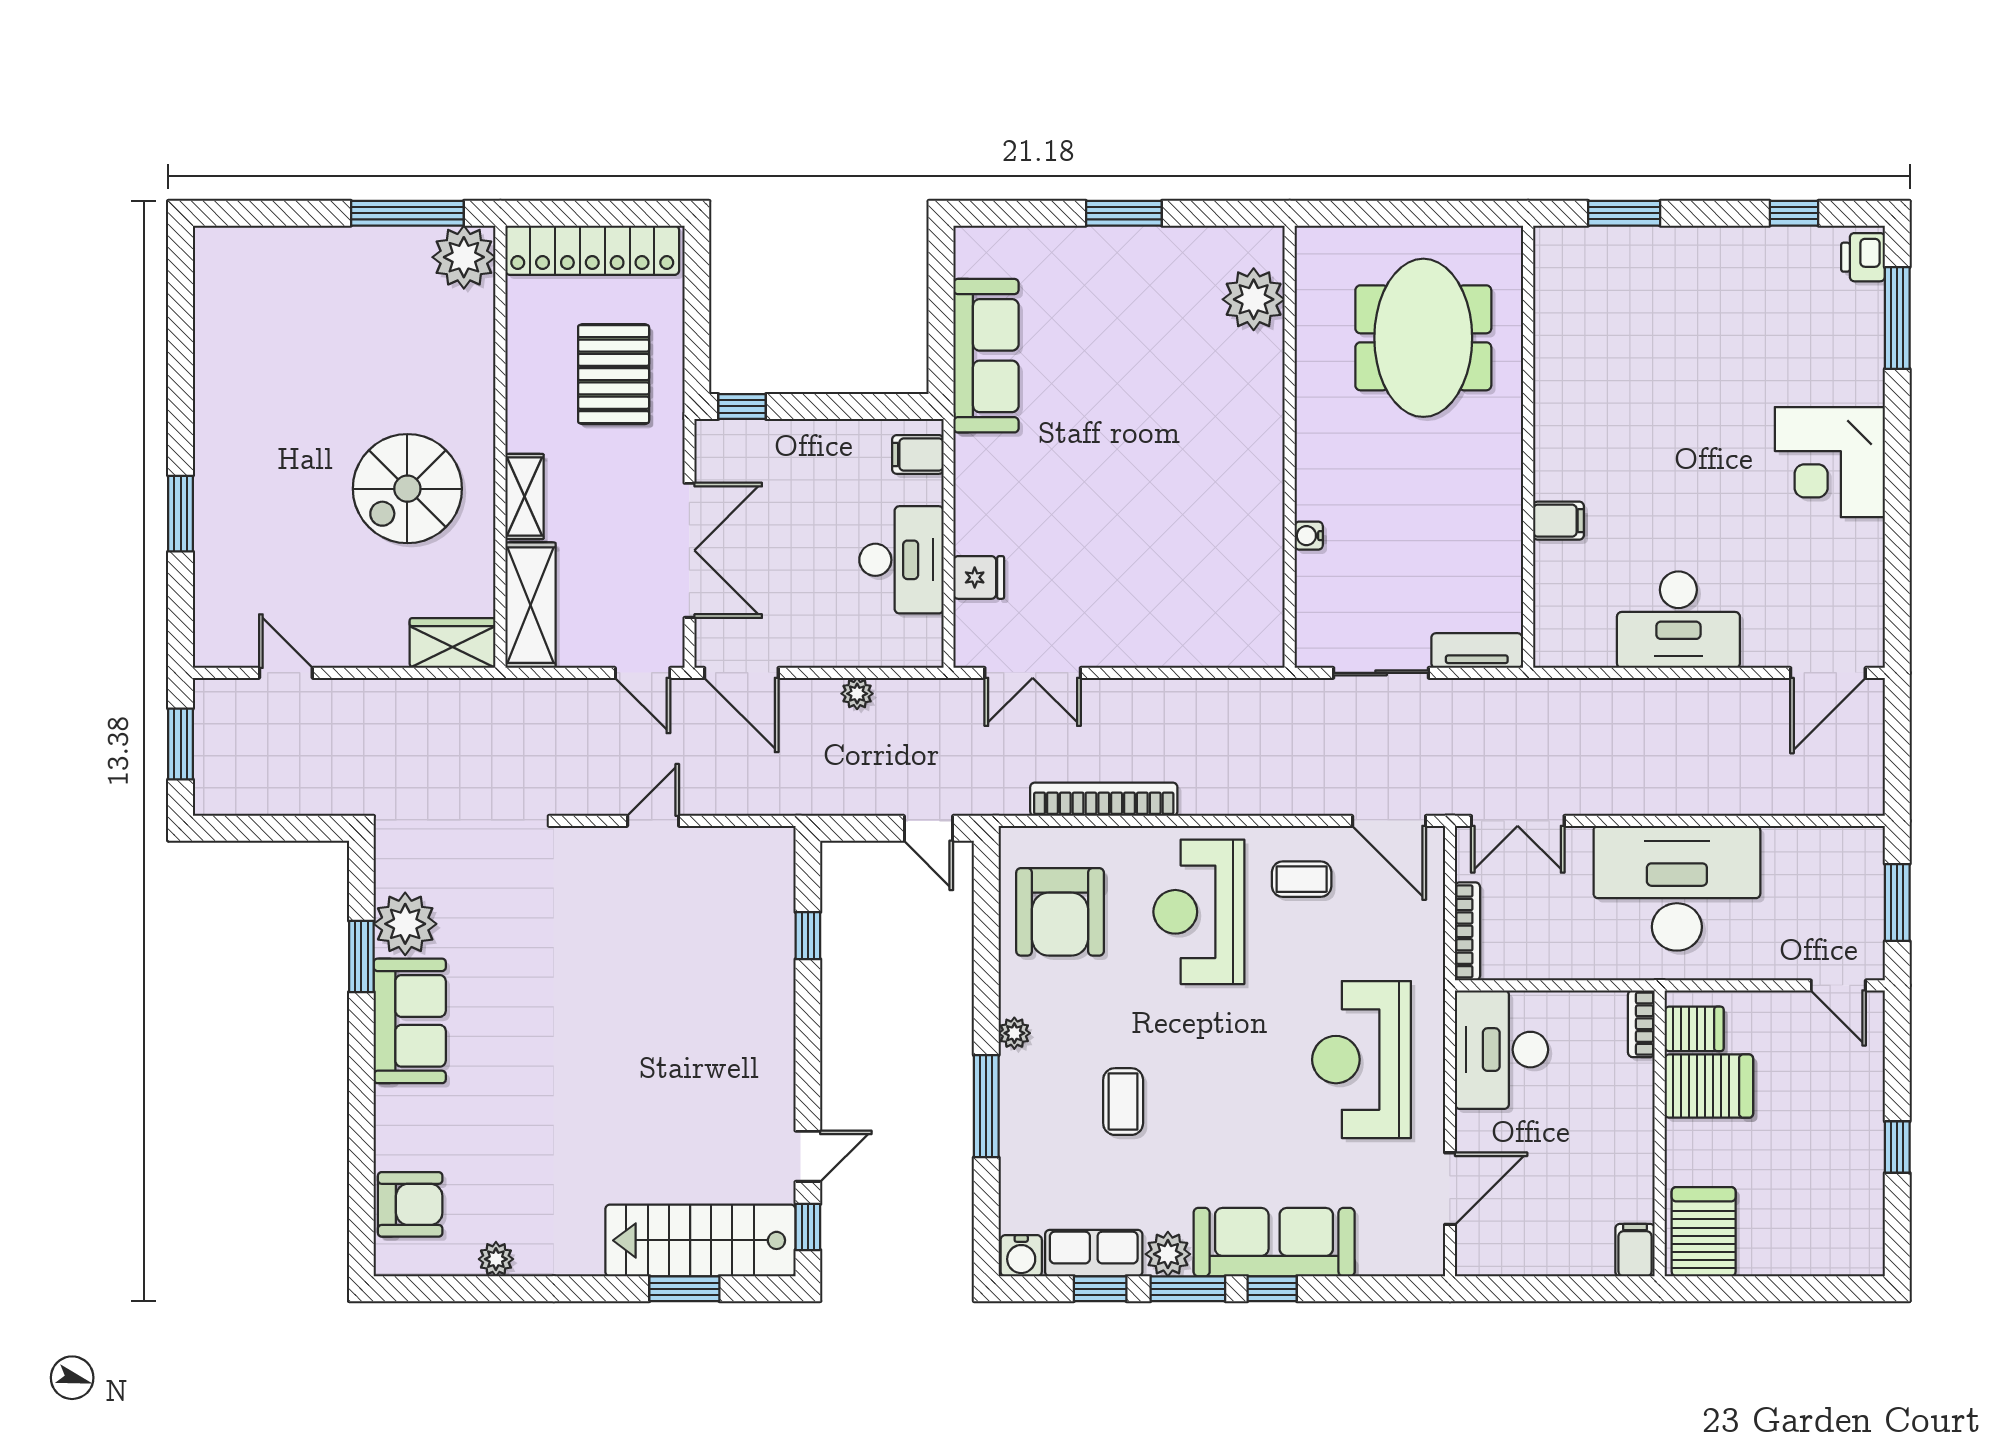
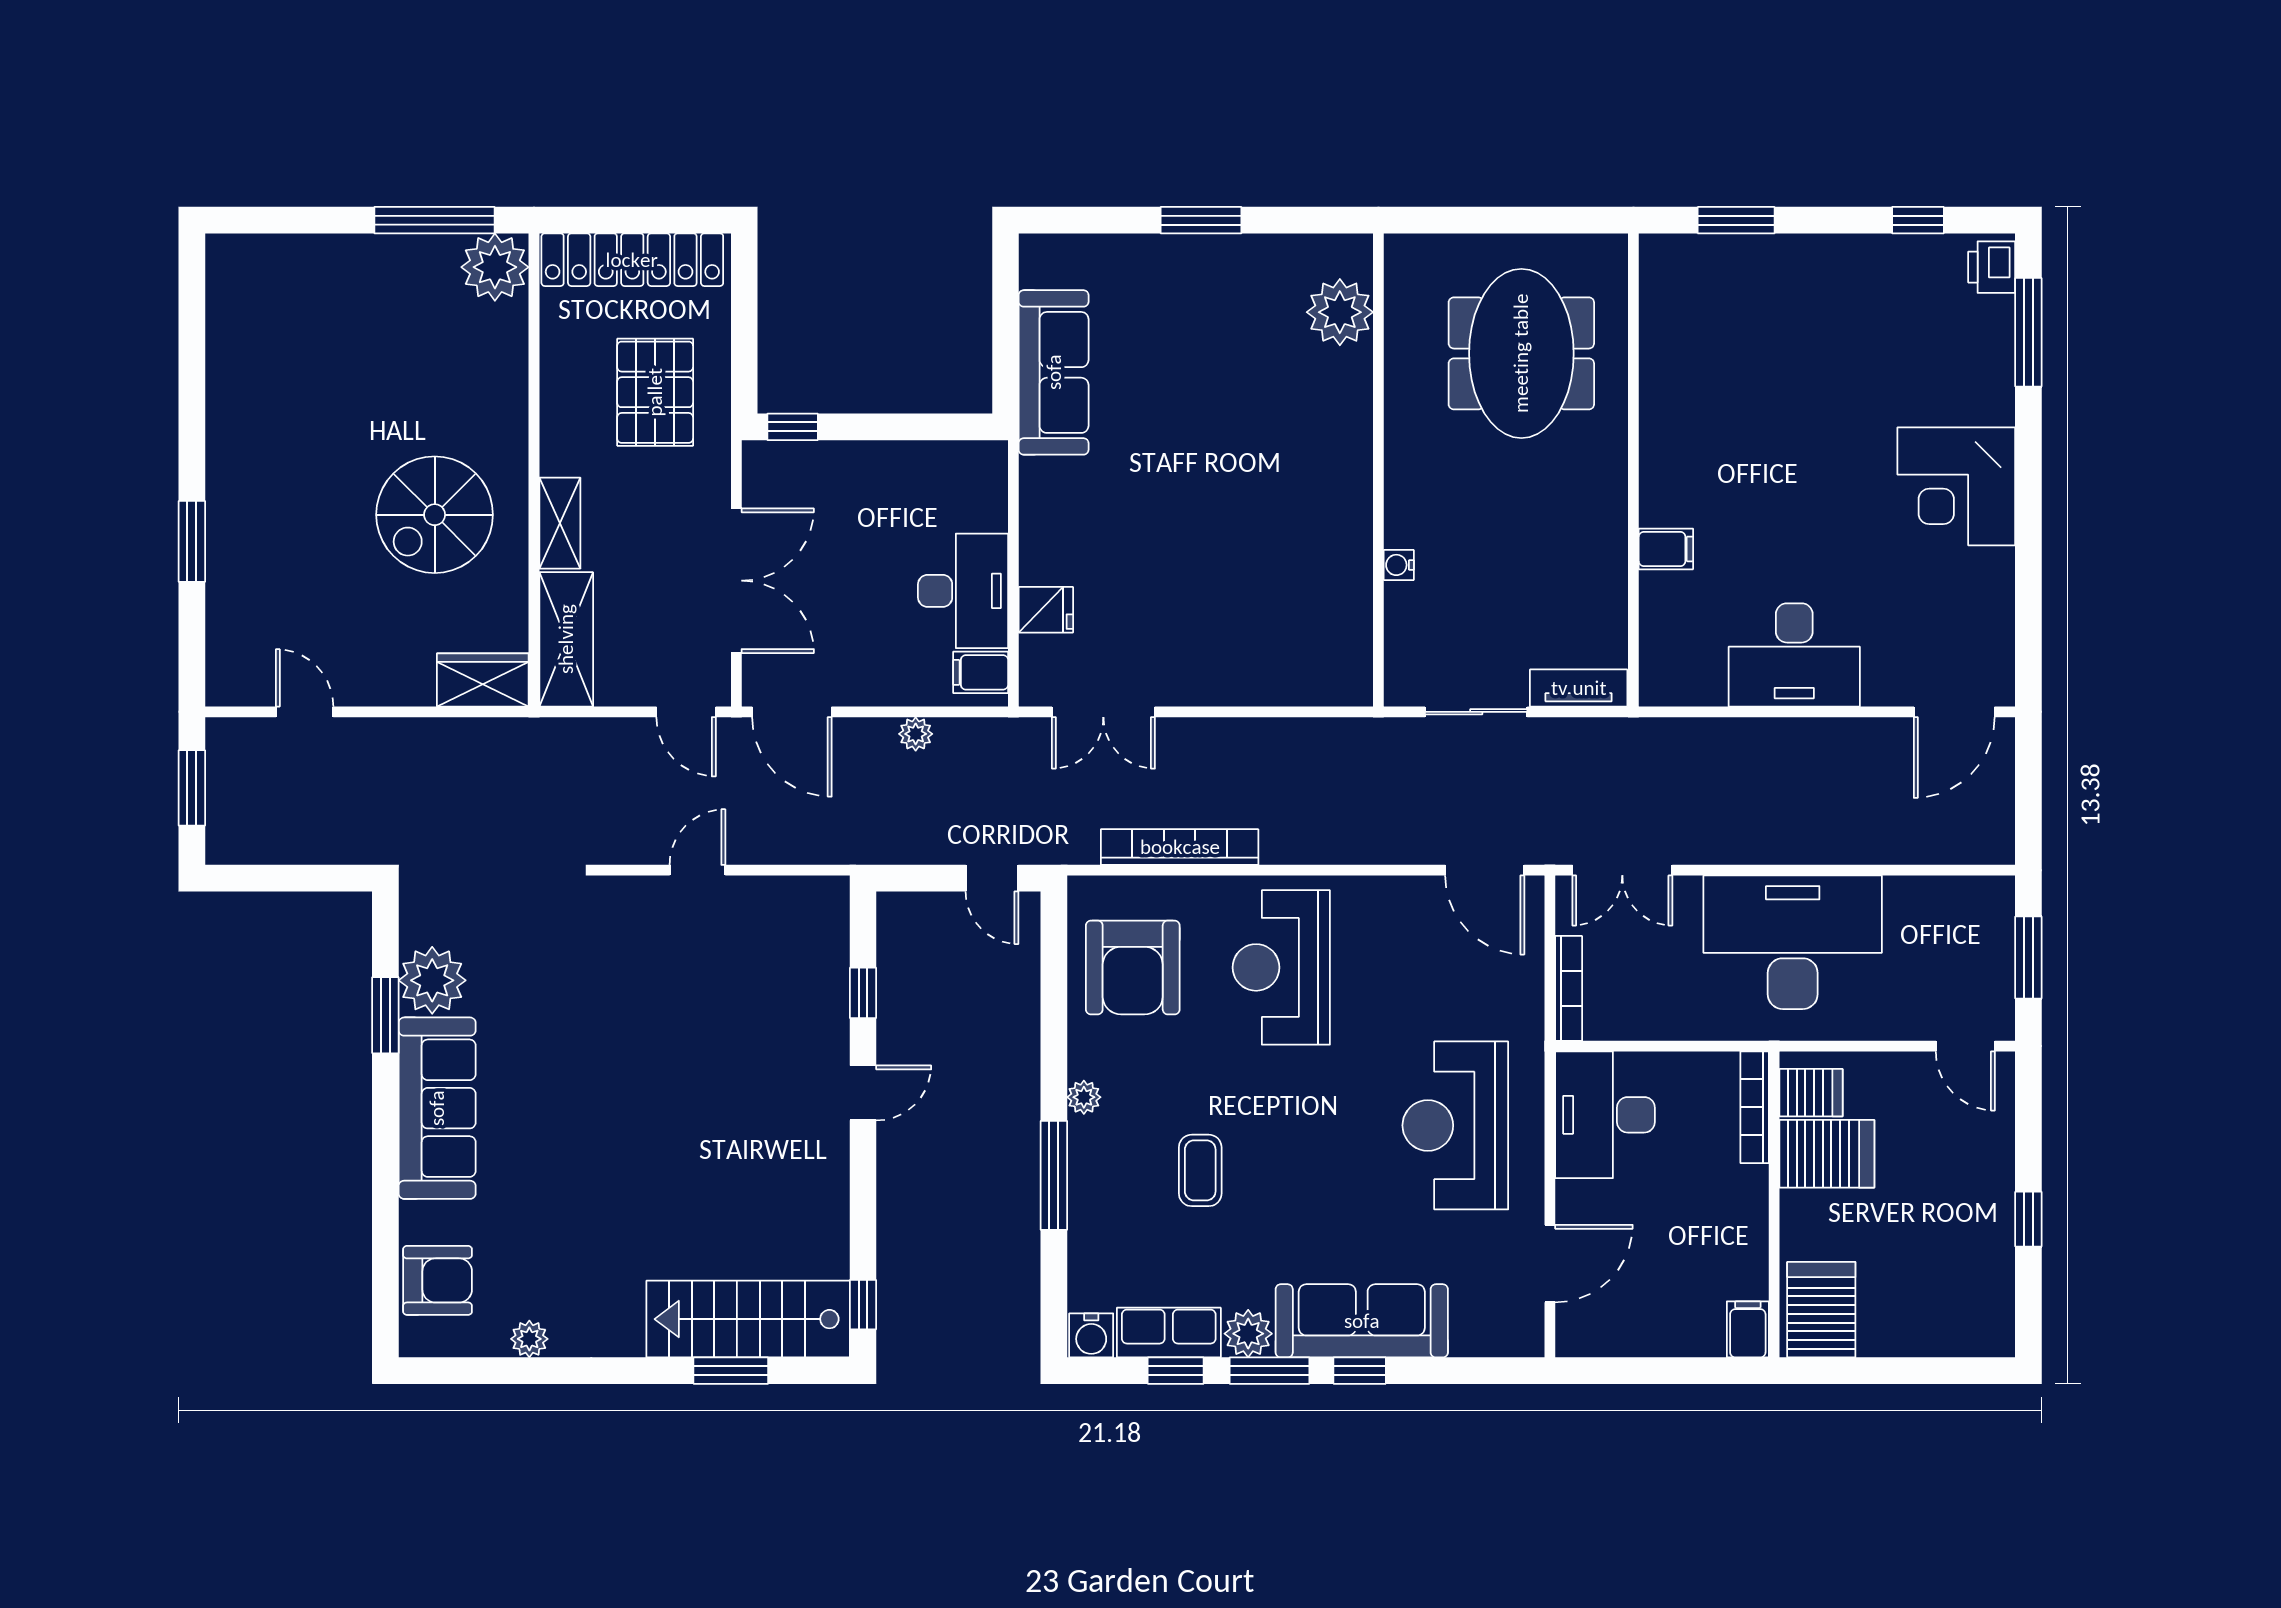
filing cabinet: (918, 454) -> (981, 672), moved
coffee table: (1302, 879) -> (1391, 932), removed
sofa: (410, 1021) -> (437, 1108), width x1.36
bookcase: (1641, 1024) -> (1755, 1107), width x1.56
door: (808, 1156) -> (863, 1093), moved

